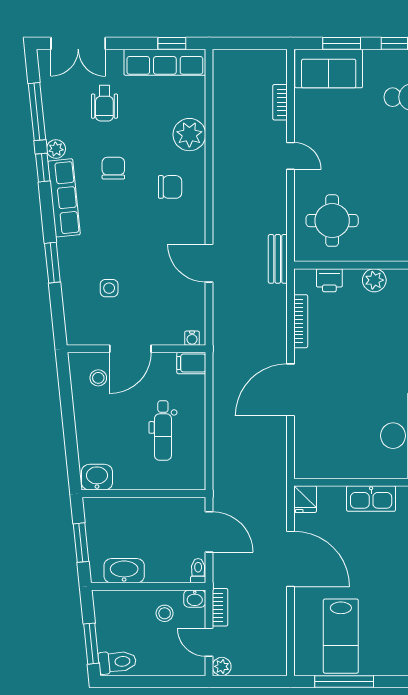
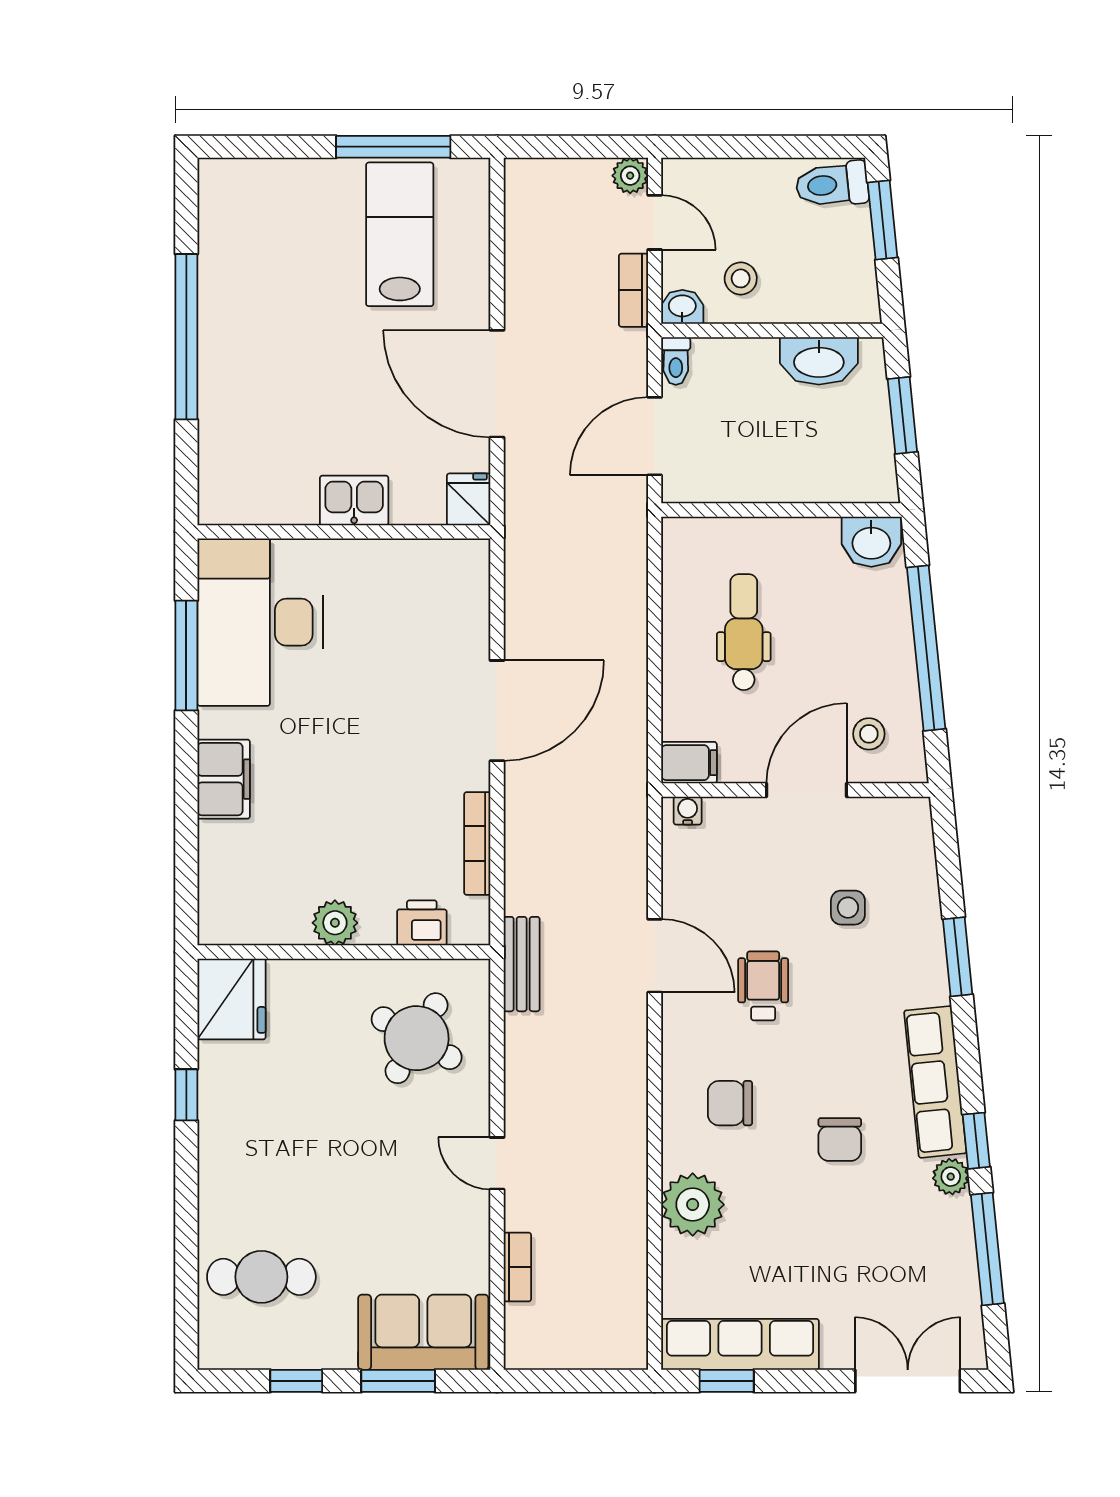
wheelchair: (104, 103) -> (763, 986), moved
round table: (332, 221) -> (417, 1038), turned 30
window: (69, 422) -> (926, 648), added
kitchen sink: (371, 499) -> (354, 500), width x0.73
door: (209, 532) -> (655, 436), hinge flipped

